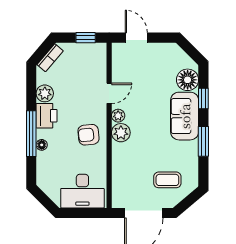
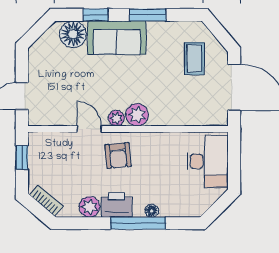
armchair: (89, 135) -> (118, 156), moved

